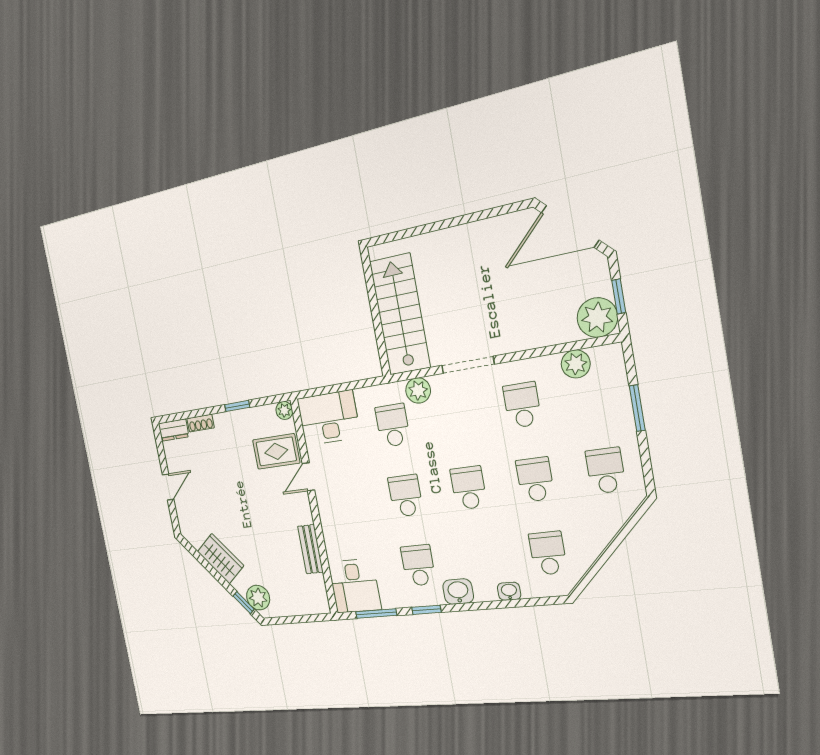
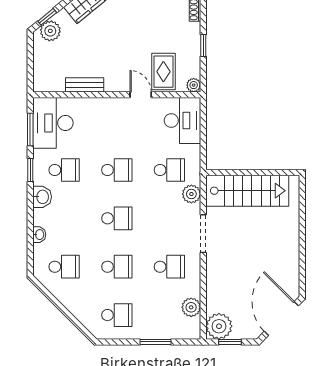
desk: (355, 586) -> (53, 123), width x1.37

